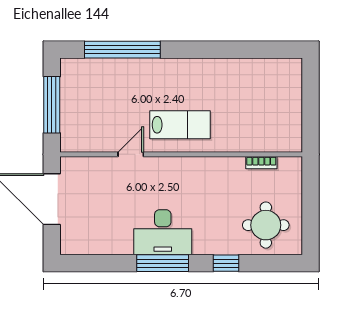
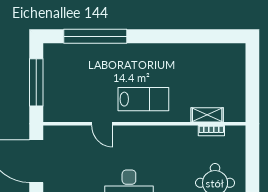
shelving: (256, 144) -> (207, 115), added
door: (131, 154) -> (102, 124), swing flipped

